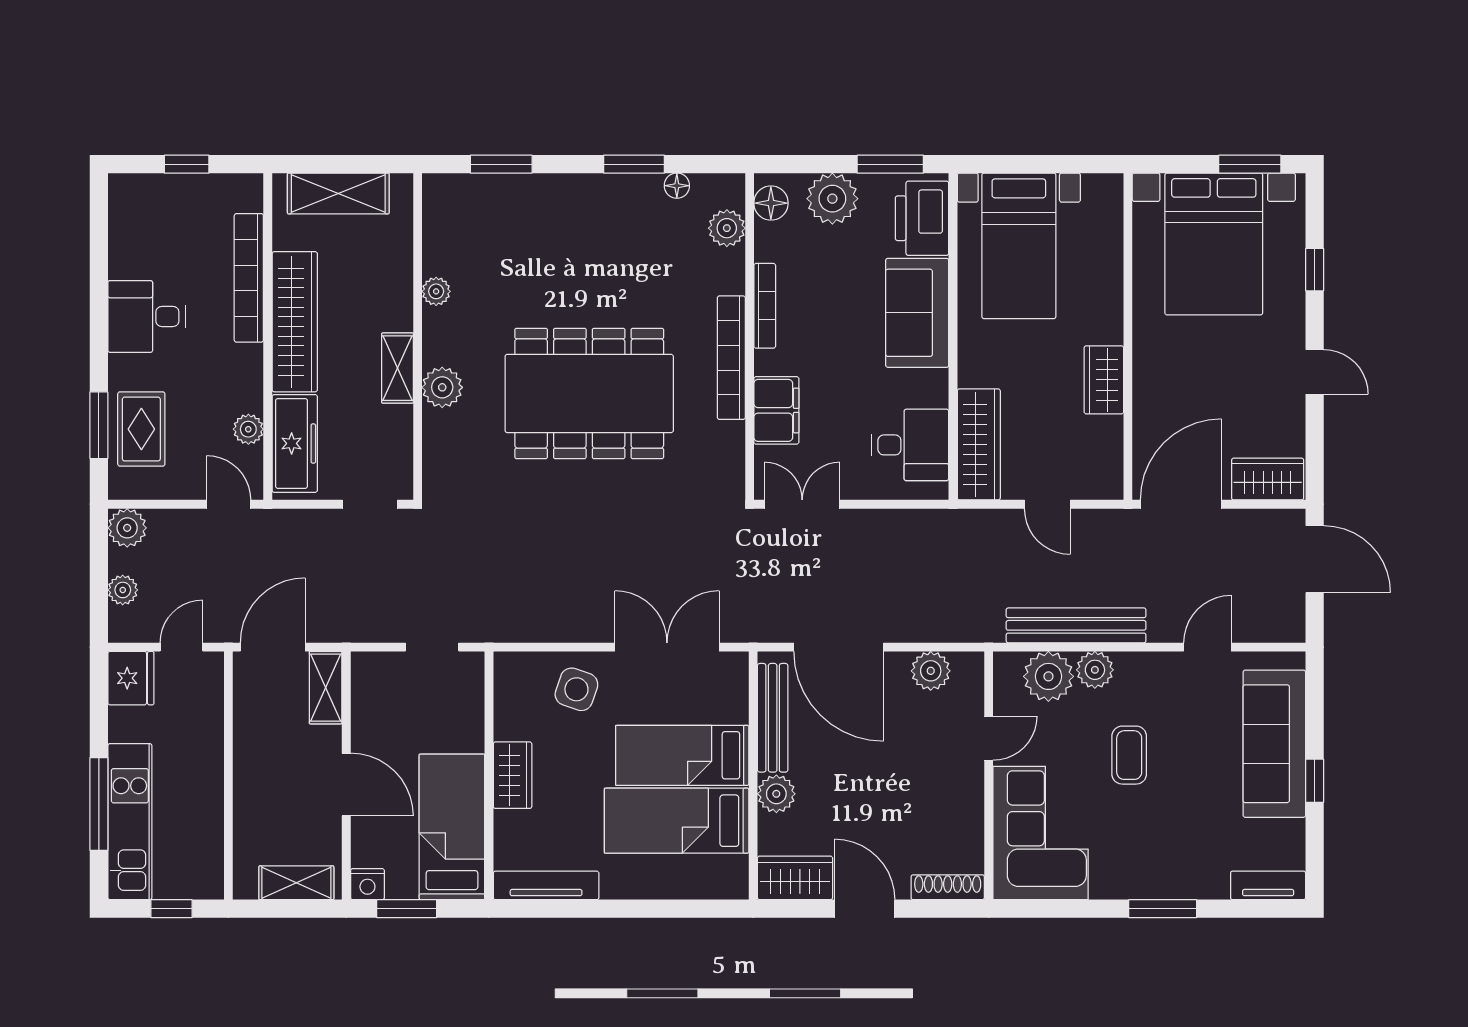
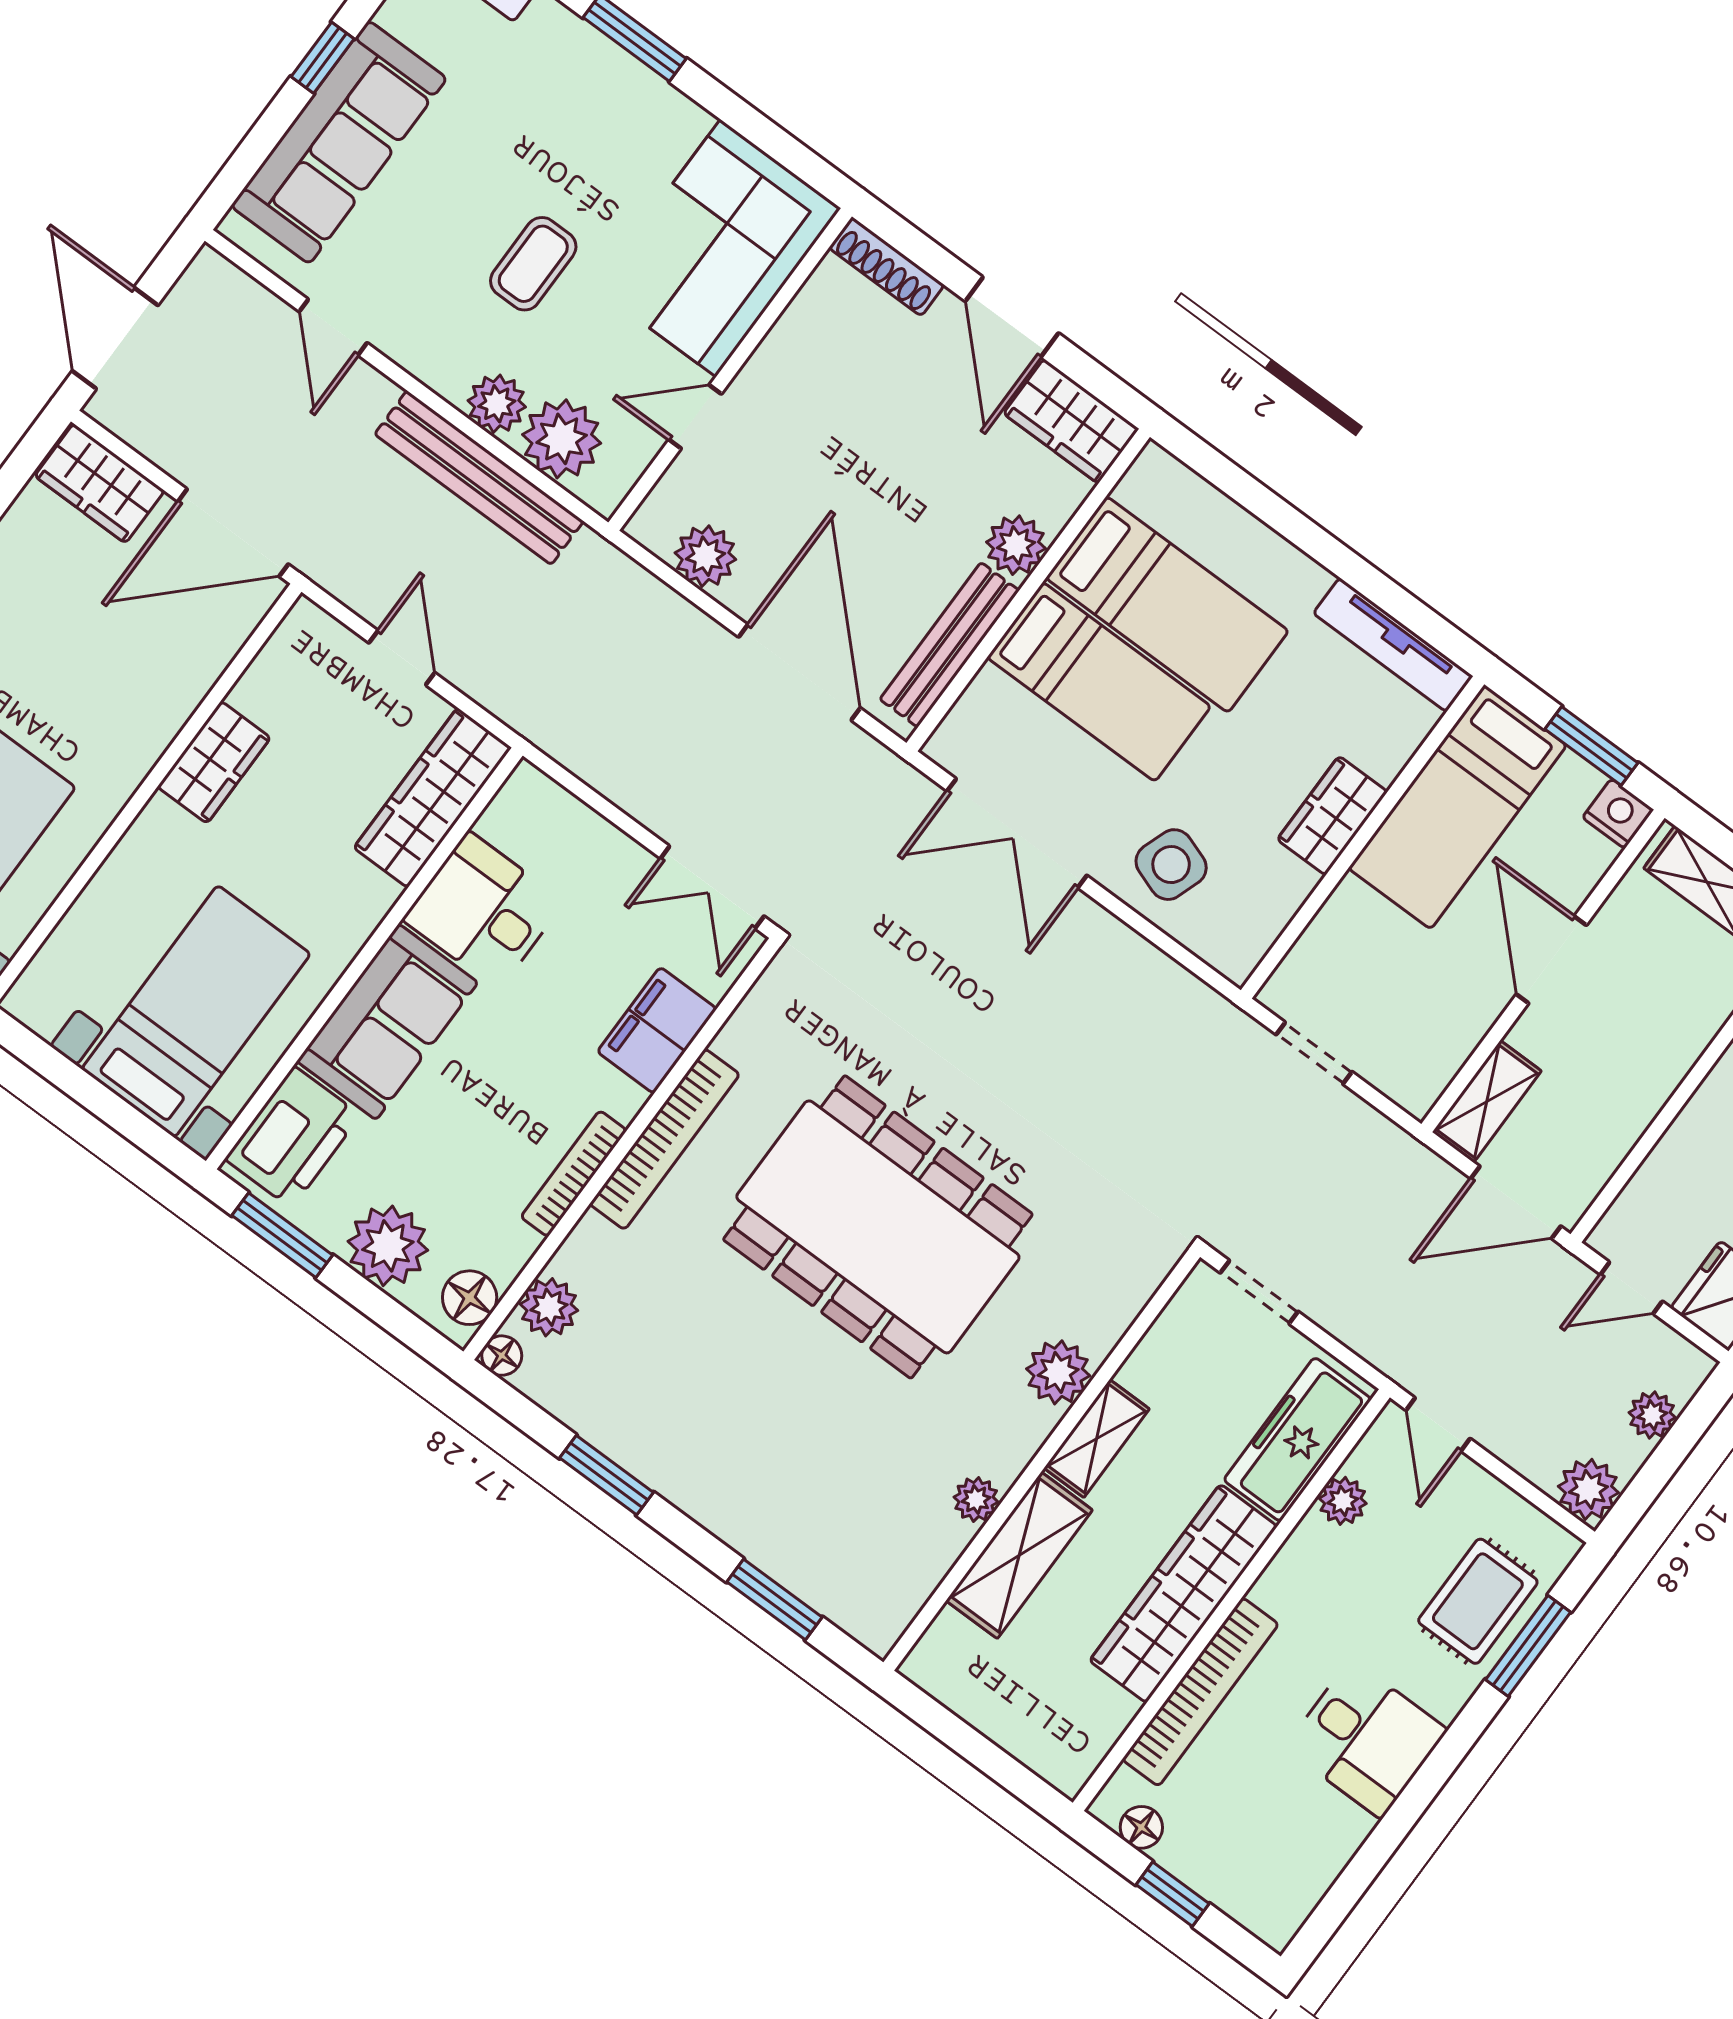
floor lamp: (228, 186) -> (1141, 1827), added
floor lamp: (677, 186) -> (502, 1356), moved
shelving: (338, 193) -> (1019, 1555), moved, turned 90
desk: (910, 445) -> (483, 911), moved
door: (1207, 647) -> (333, 327), hinge flipped

